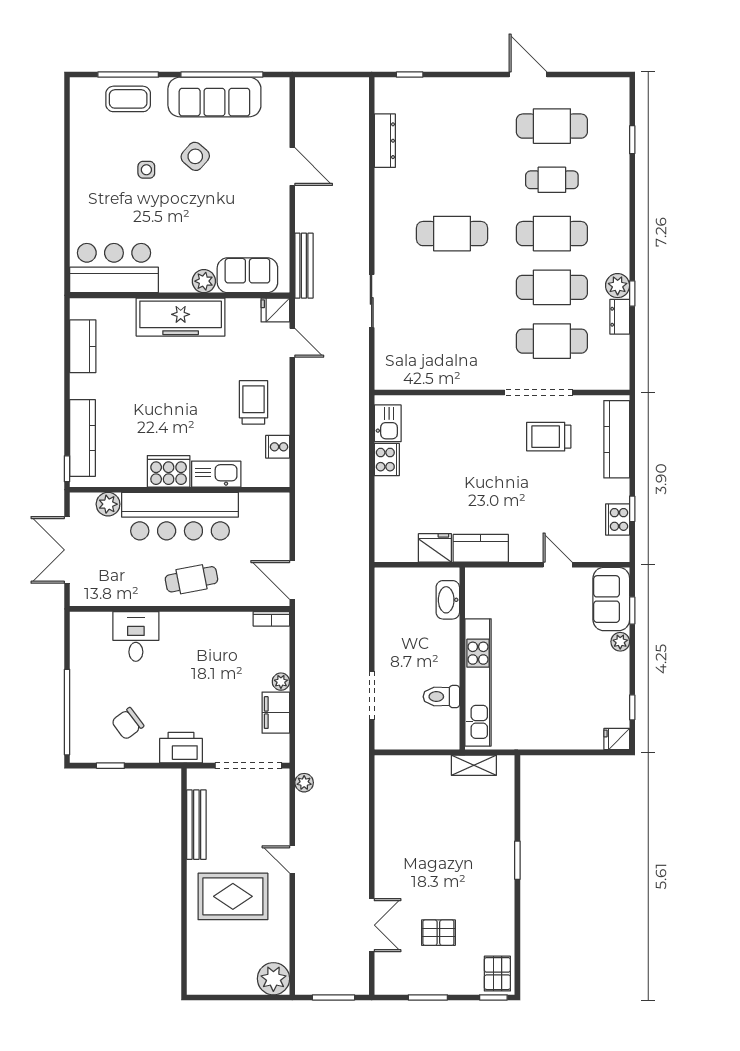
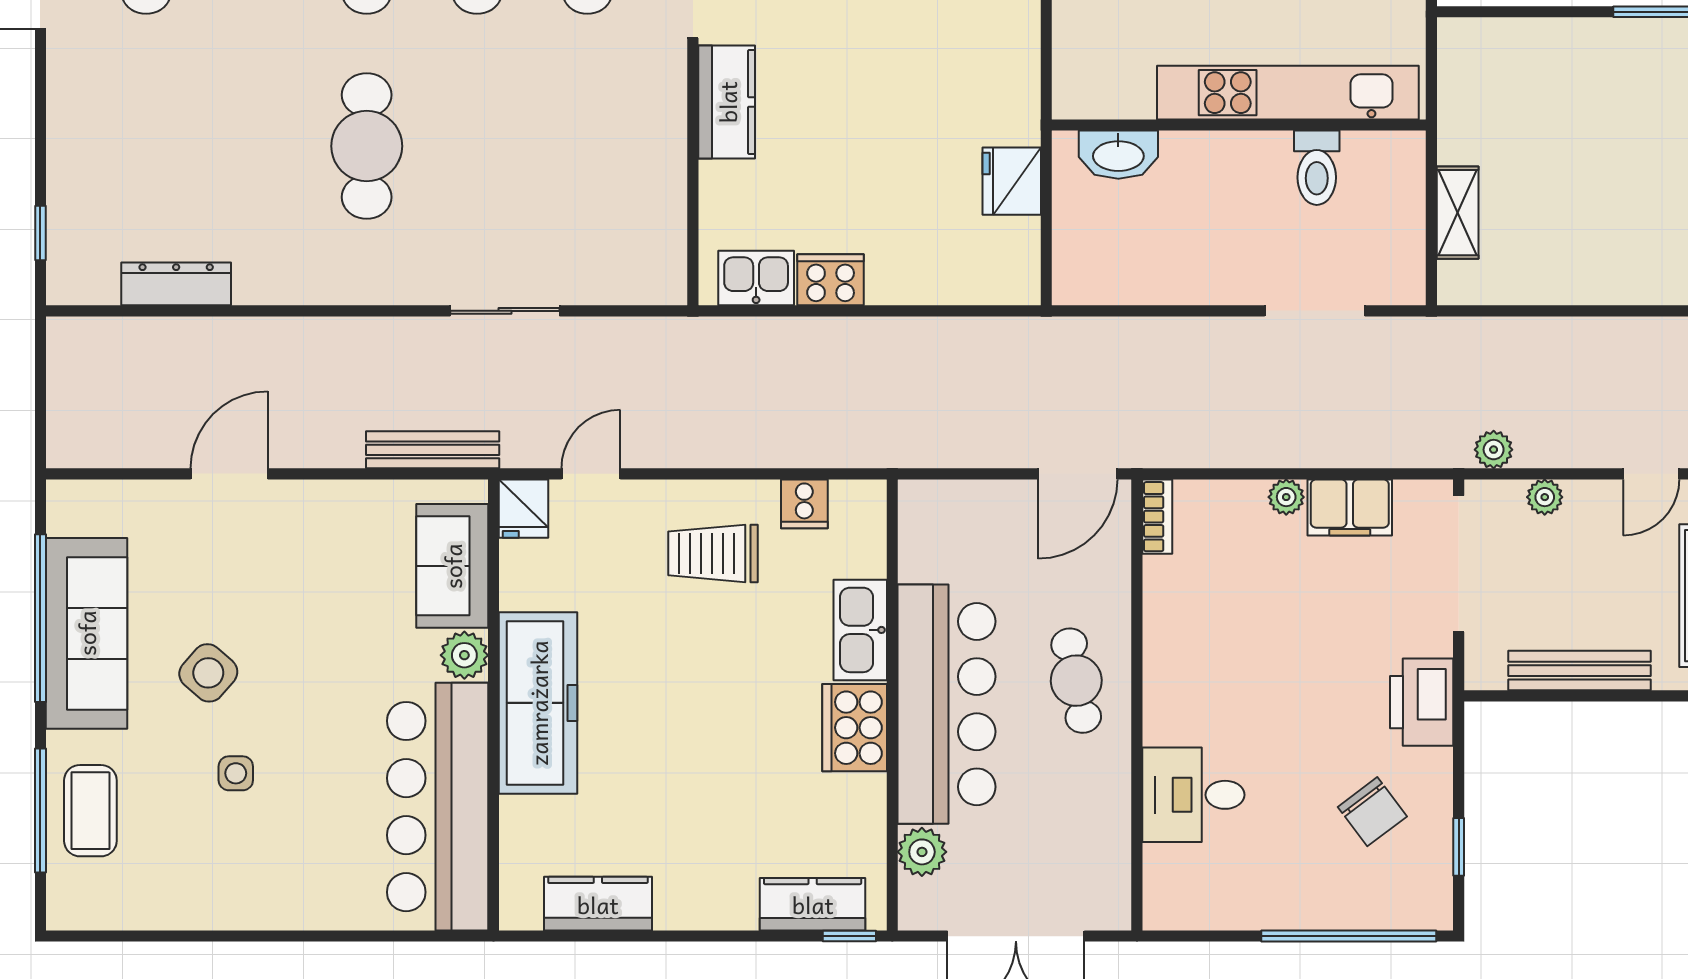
bar counter: (114, 268) -> (438, 807), width x1.36
kitchen counter: (82, 438) -> (813, 904), width x0.67
kitchen counter: (481, 548) -> (727, 102), moved, turned 180
shelving: (474, 765) -> (1458, 213), moved
plant: (281, 808) -> (1545, 497), added

